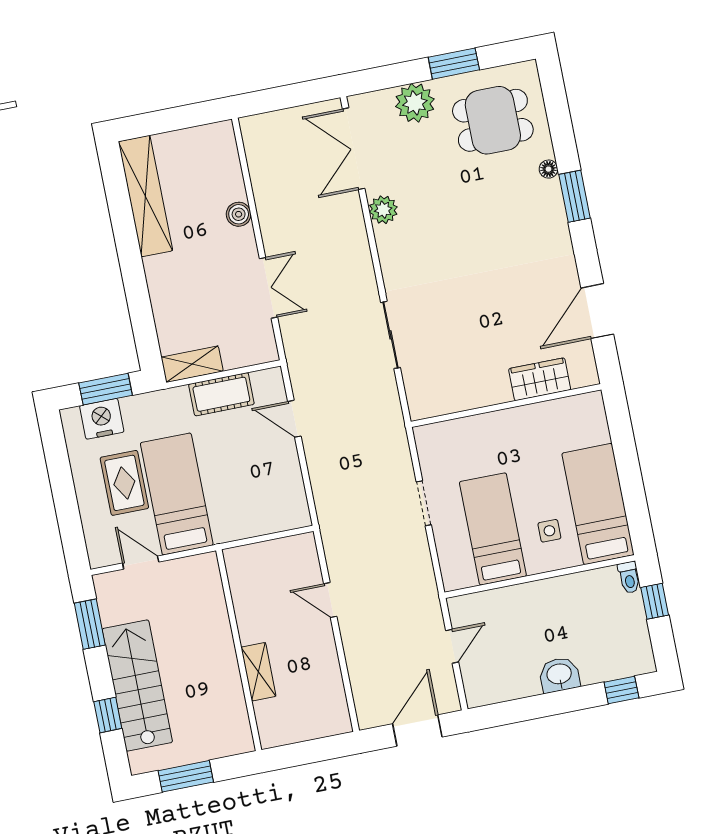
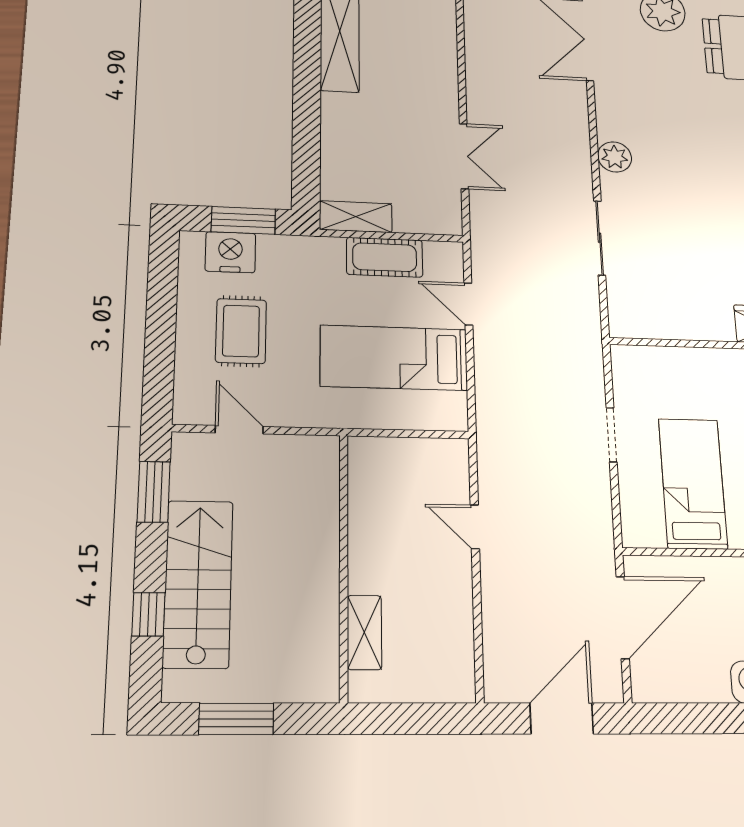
plant: (383, 210) -> (615, 157), moved
boiler: (239, 214) -> (444, 73), removed
bed: (177, 494) -> (394, 358), moved, turned -90
door: (452, 646) -> (623, 617), width x1.88
shelving: (258, 672) -> (364, 632), moved

